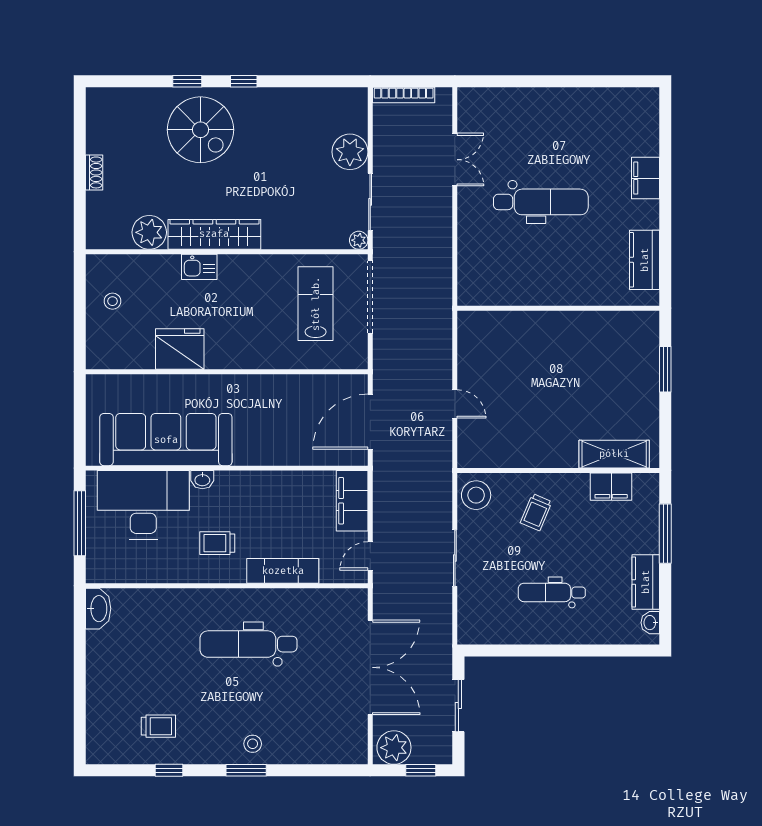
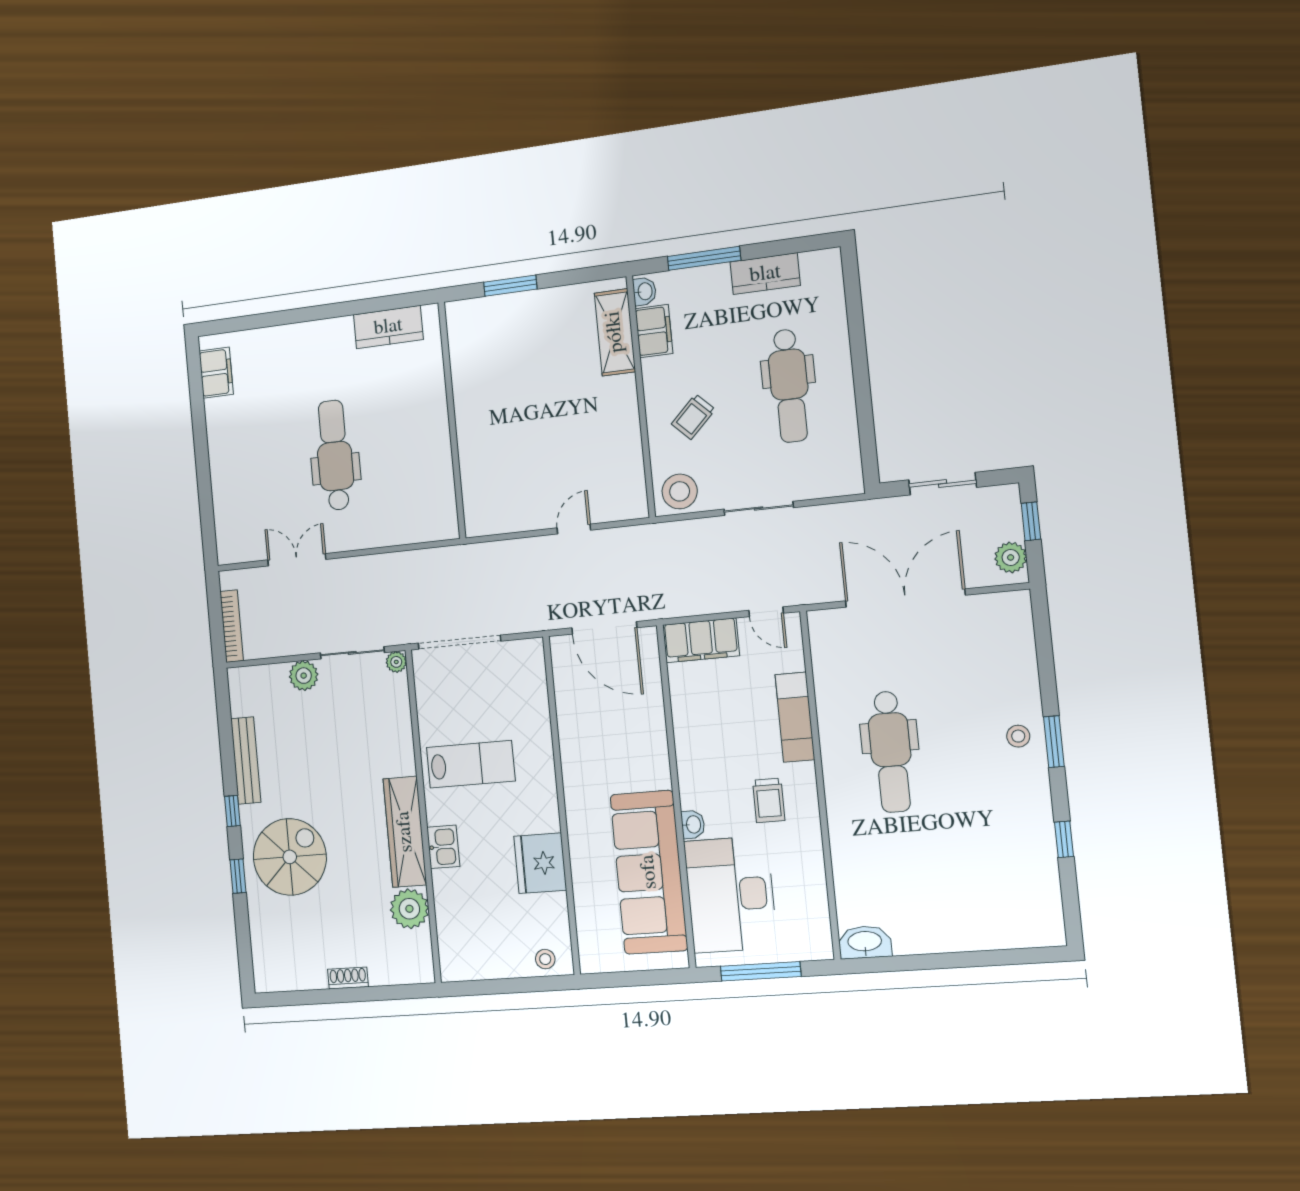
bench: (286, 97) -> (246, 760), added
plant: (350, 152) -> (304, 676), width x0.73, depth x0.73
filing cabinet: (646, 178) -> (216, 373), moved, turned -90
stool: (113, 301) -> (545, 959), moved
lab bench: (316, 304) -> (471, 764), moved, turned 180
trolley: (536, 512) -> (693, 417), turned 112
dental chair: (552, 592) -> (789, 386), width x1.36, depth x1.38
washbasin: (650, 623) -> (644, 291), moved, turned -90
trolley: (158, 726) -> (1008, 857), removed
plant: (394, 748) -> (1011, 557), width x0.73, depth x0.73

